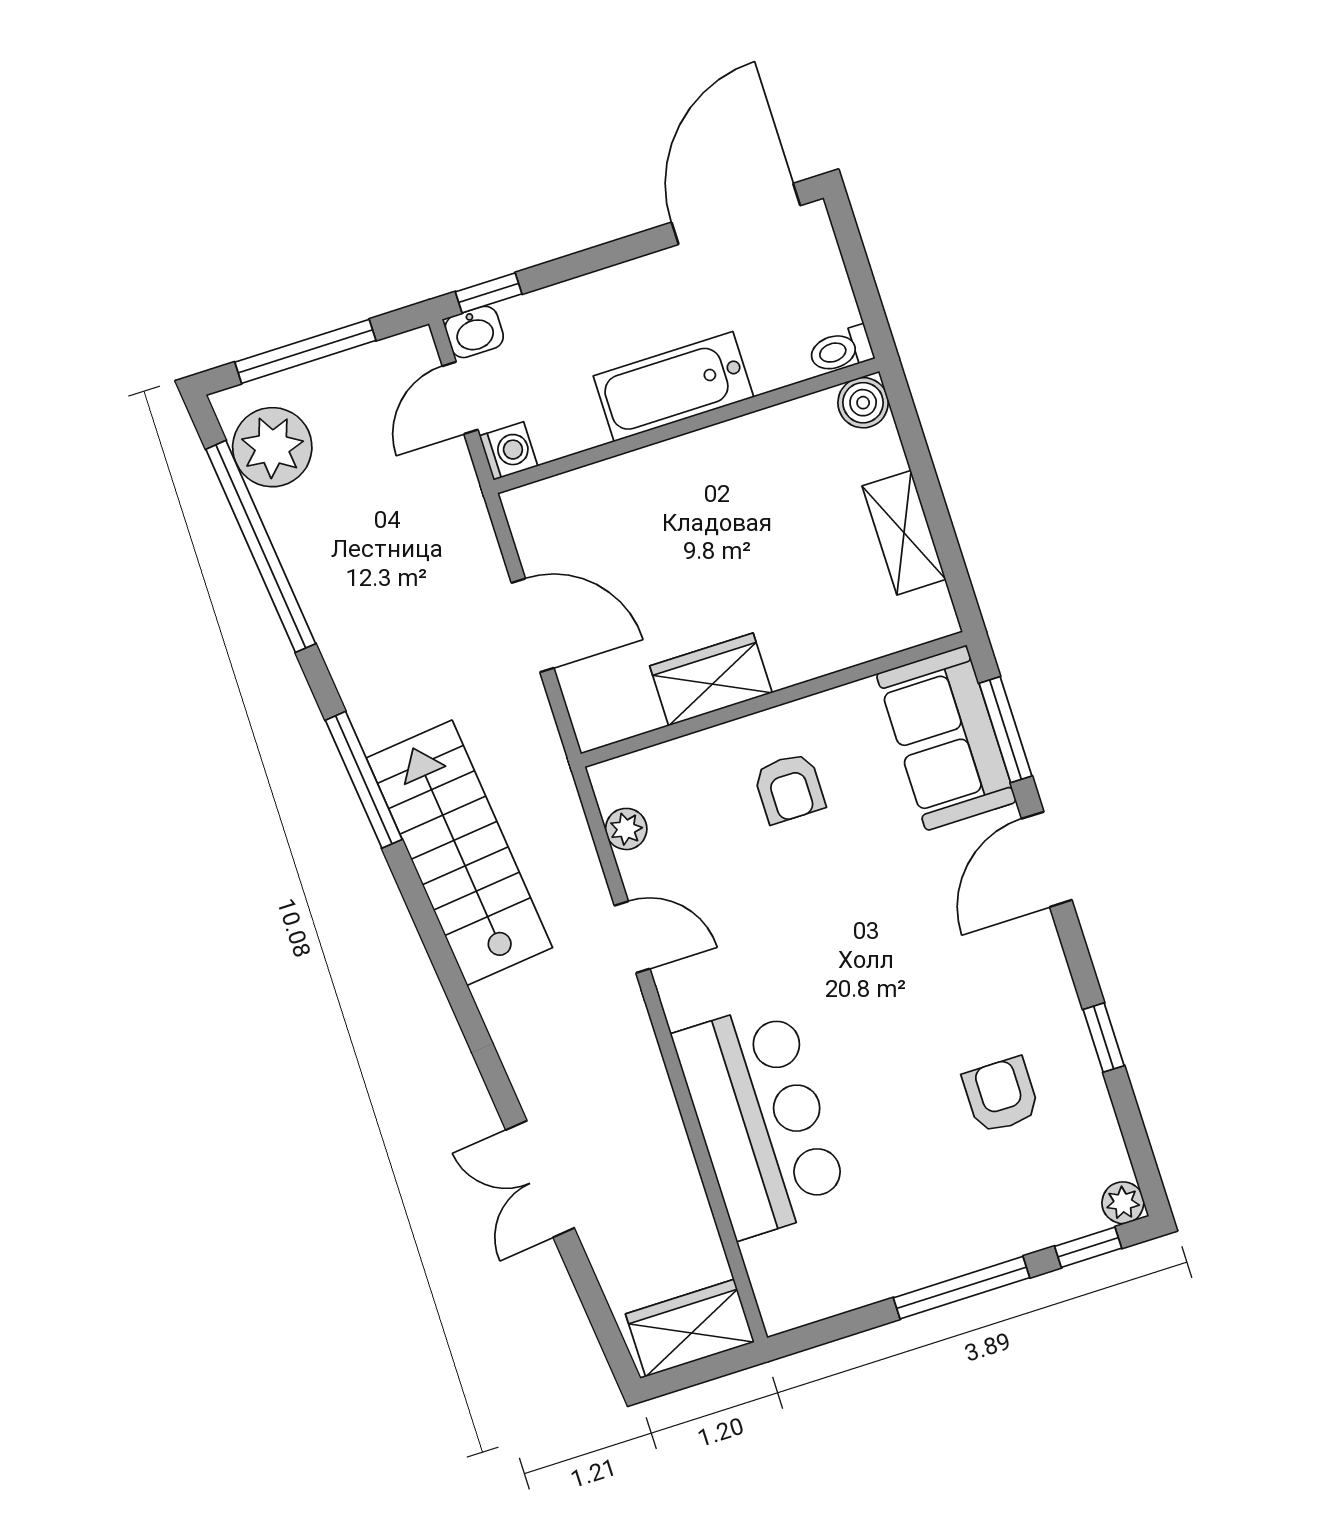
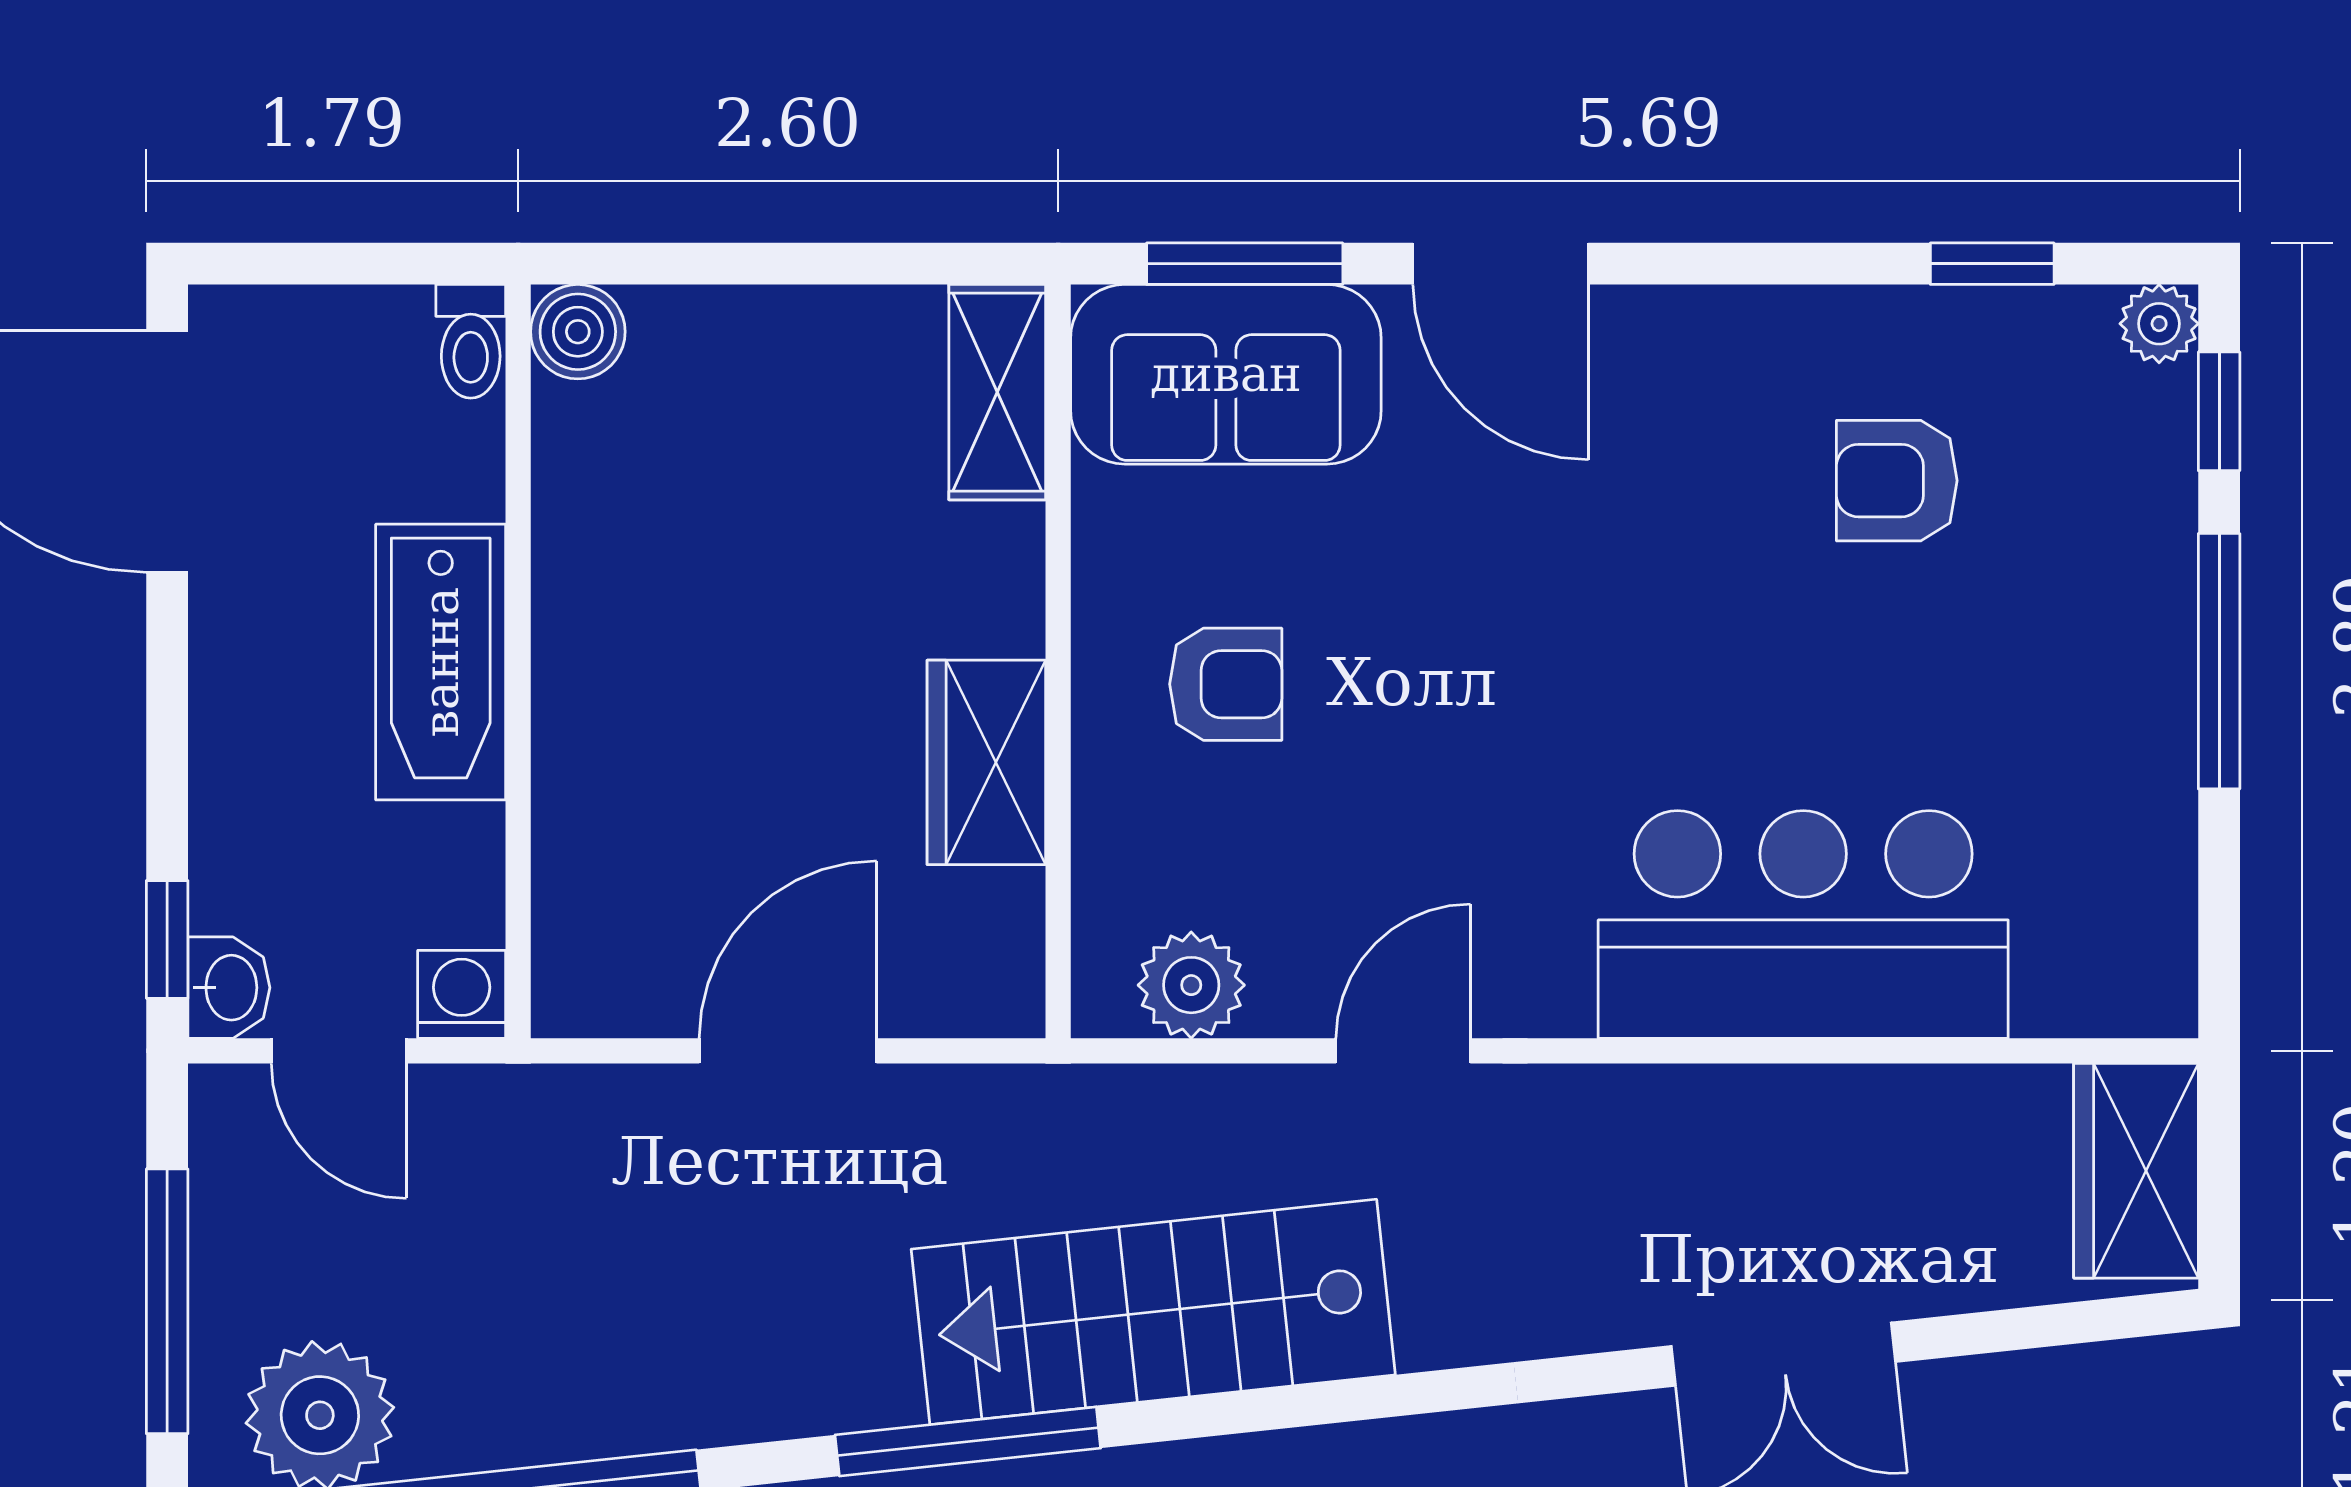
shelving: (904, 533) -> (997, 392), moved, turned 90
plant: (626, 829) -> (1191, 985), width x1.38, depth x1.38
window: (1104, 1038) -> (1992, 264), moved

